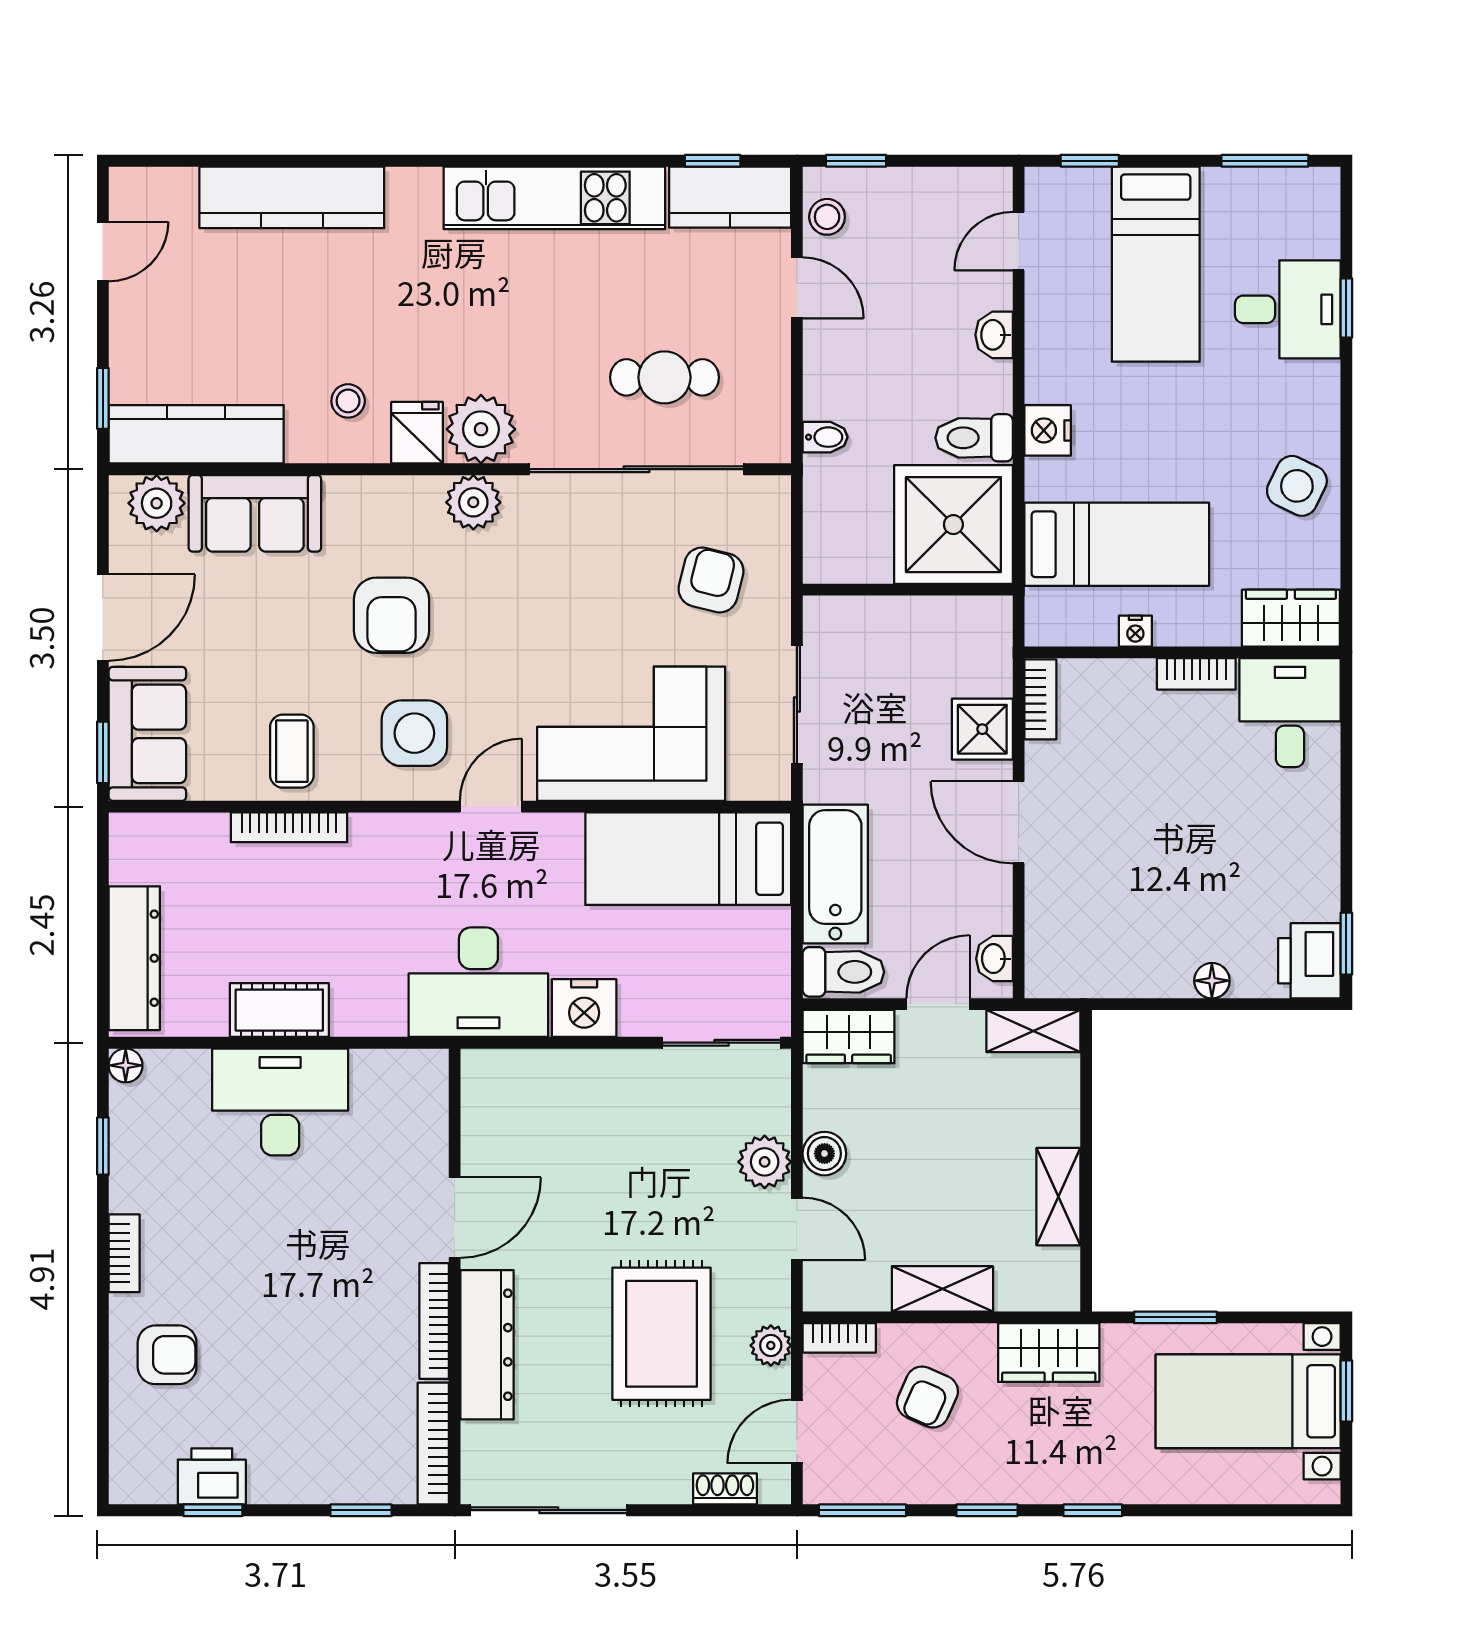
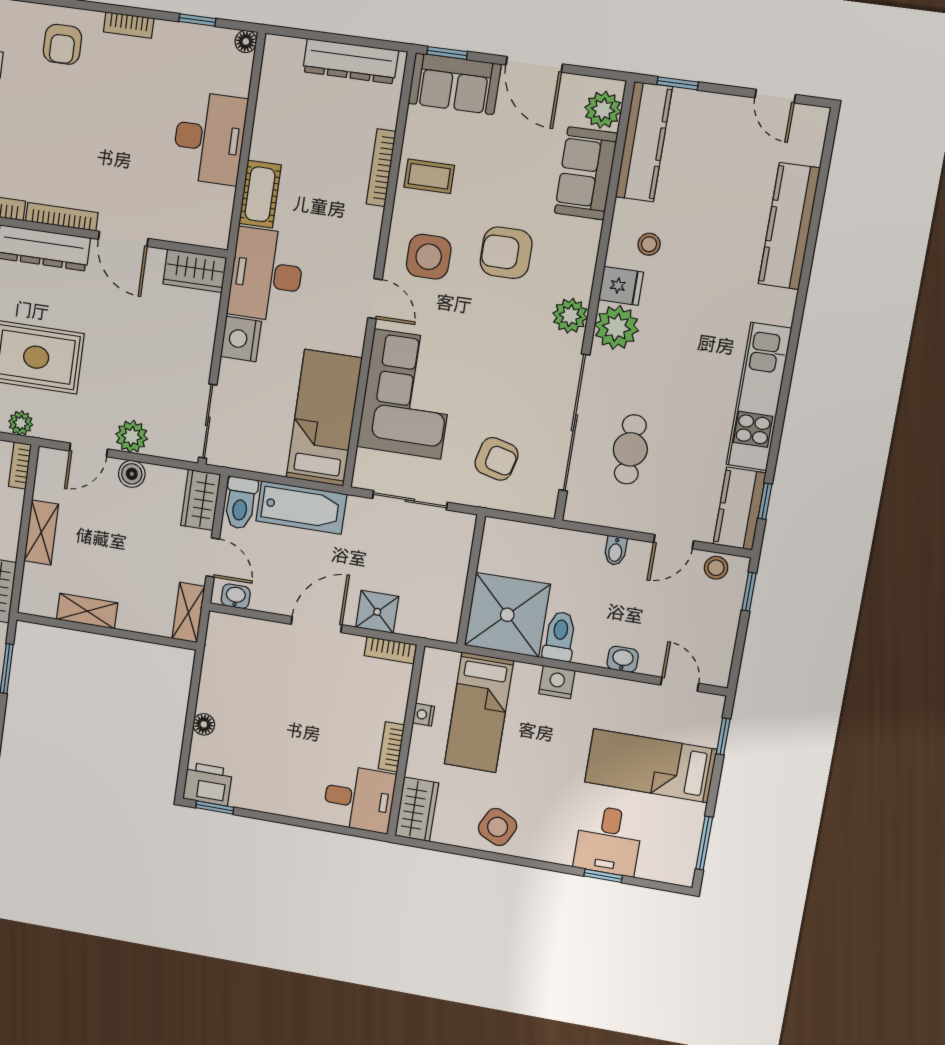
bidet: (825, 437) -> (615, 551), moved
dresser: (134, 958) -> (351, 61), moved
cot: (279, 1010) -> (260, 194), moved
wardrobe: (488, 1096) -> (195, 271), added

